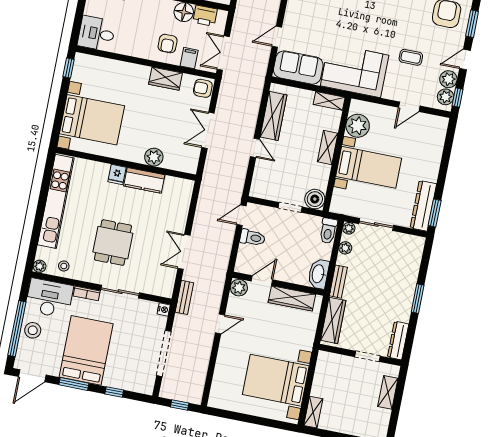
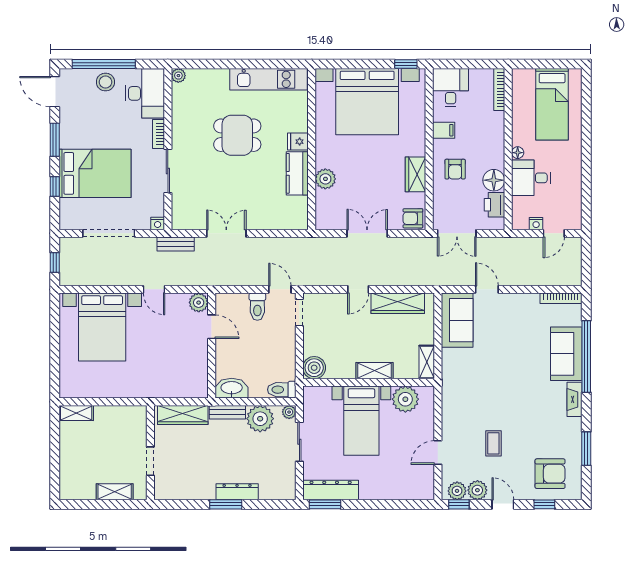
window: (472, 24) -> (544, 504), width x0.67
armchair: (168, 44) -> (455, 169), turned -90
double door: (223, 53) -> (457, 233), swing flipped
filing cabinet: (189, 58) -> (444, 130), moved
corner sofa: (355, 70) -> (466, 384), removed
armchair: (203, 88) -> (413, 218), turned -90
door: (409, 107) -> (438, 453), hinge flipped
bed with nightstands: (92, 120) -> (367, 102), width x1.36
kitchen unit: (56, 201) -> (268, 79), width x0.73
doorway: (290, 207) -> (299, 312), moved
dining table: (113, 243) -> (237, 135), moved
plant: (345, 248) -> (260, 419), width x1.87, depth x1.87
stool: (64, 266) -> (184, 102), removed
wardrobe: (292, 298) -> (198, 364), removed
dresser: (398, 340) -> (237, 492), moved
bed: (86, 350) -> (95, 173), moved
bed with nightstands: (276, 380) -> (102, 327), moved, turned 180

